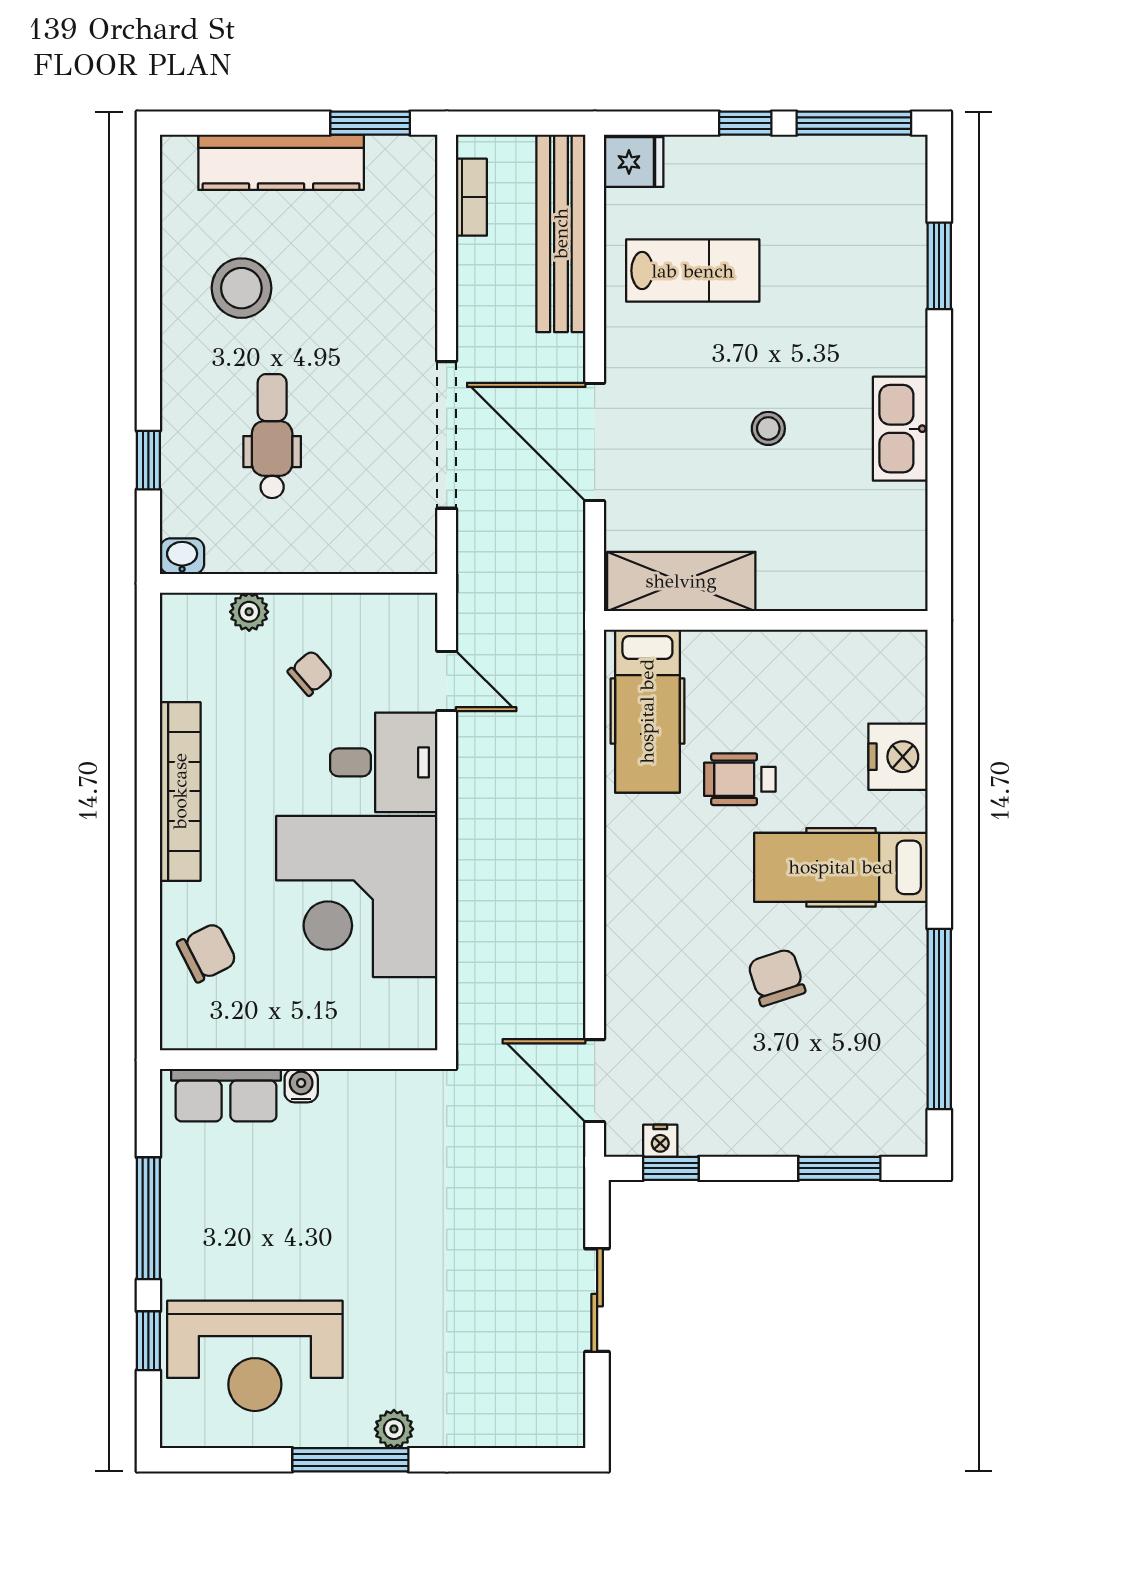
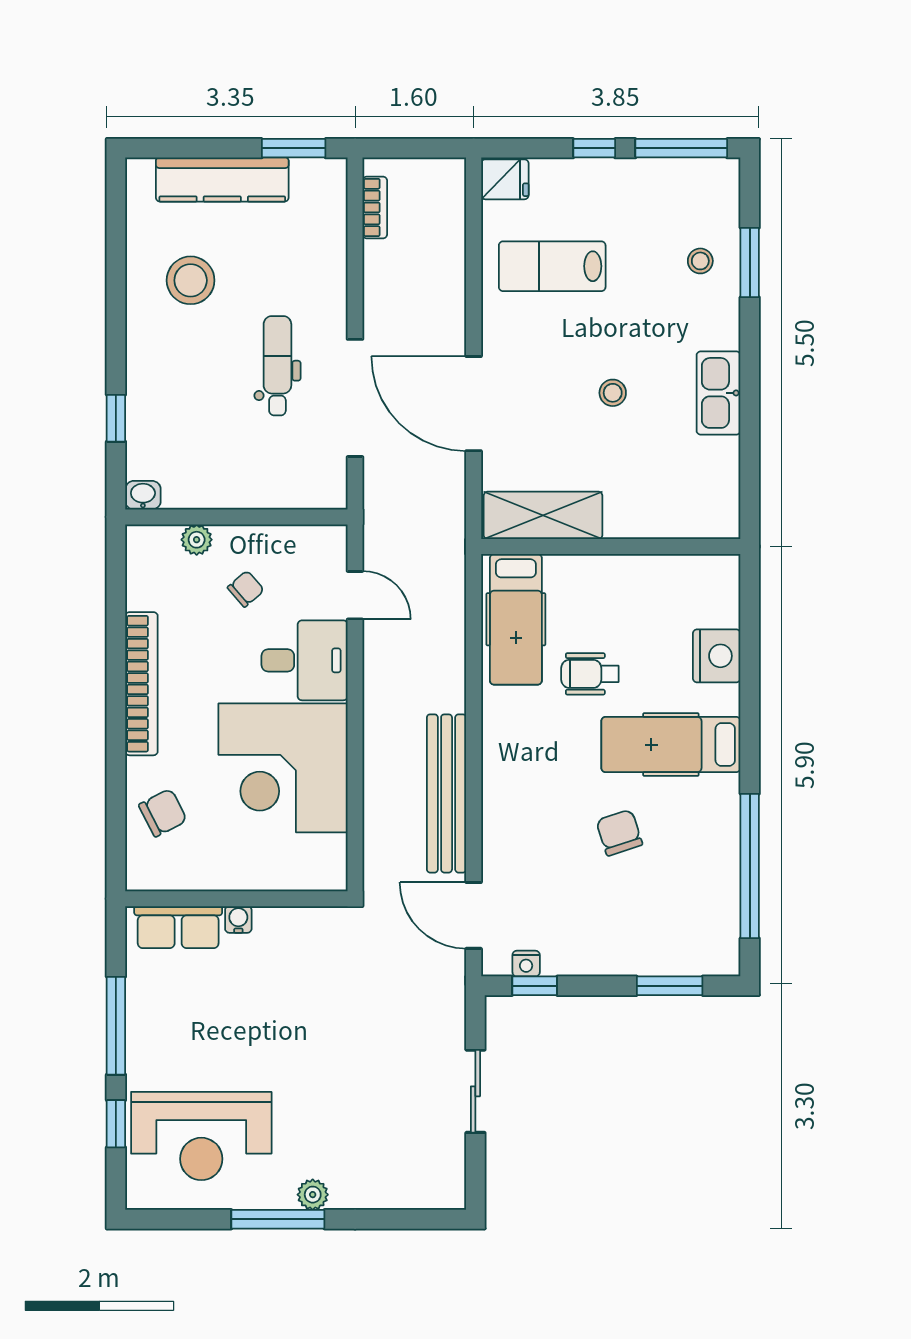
bench: (561, 233) -> (447, 793), moved
stool: (878, 264) -> (700, 261), added
lab bench: (693, 271) -> (552, 266), turned 180
dental chair: (272, 436) -> (277, 366), moved

